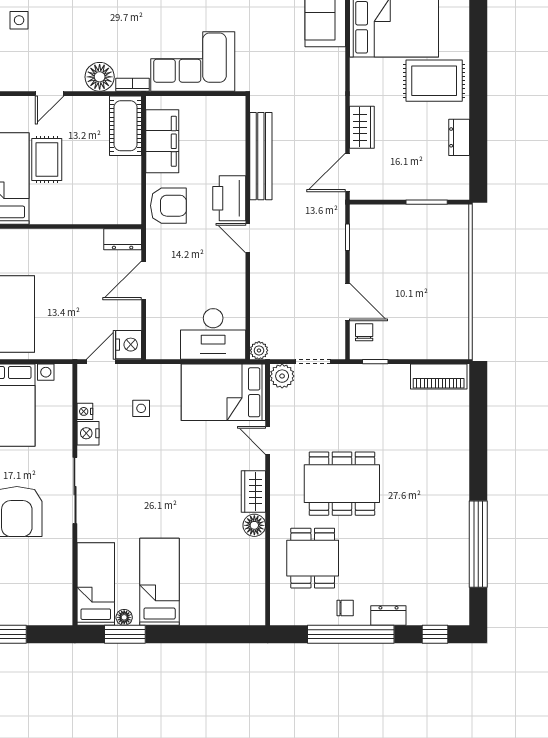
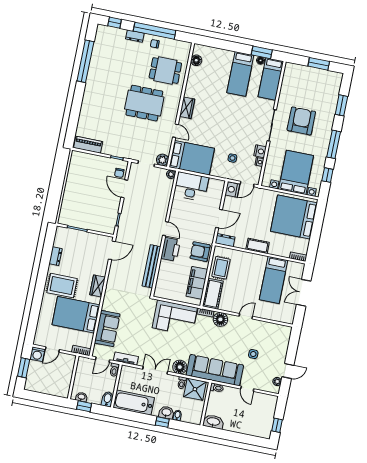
wardrobe: (362, 127) -> (98, 286), moved
rug: (47, 160) -> (221, 268), moved
cot: (55, 241) -> (258, 246), added
floor lamp: (254, 525) -> (196, 60), moved
dining table: (313, 558) -> (165, 71), turned 90

